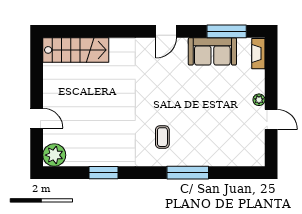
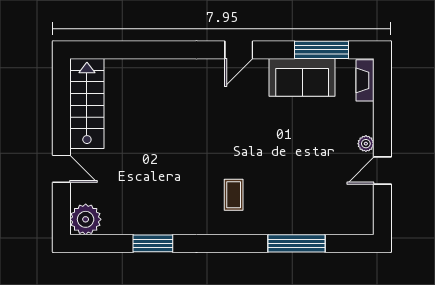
stairs: (76, 50) -> (87, 103), moved, turned -90
door: (271, 119) -> (382, 170), swing flipped
window: (188, 173) -> (297, 243), moved

